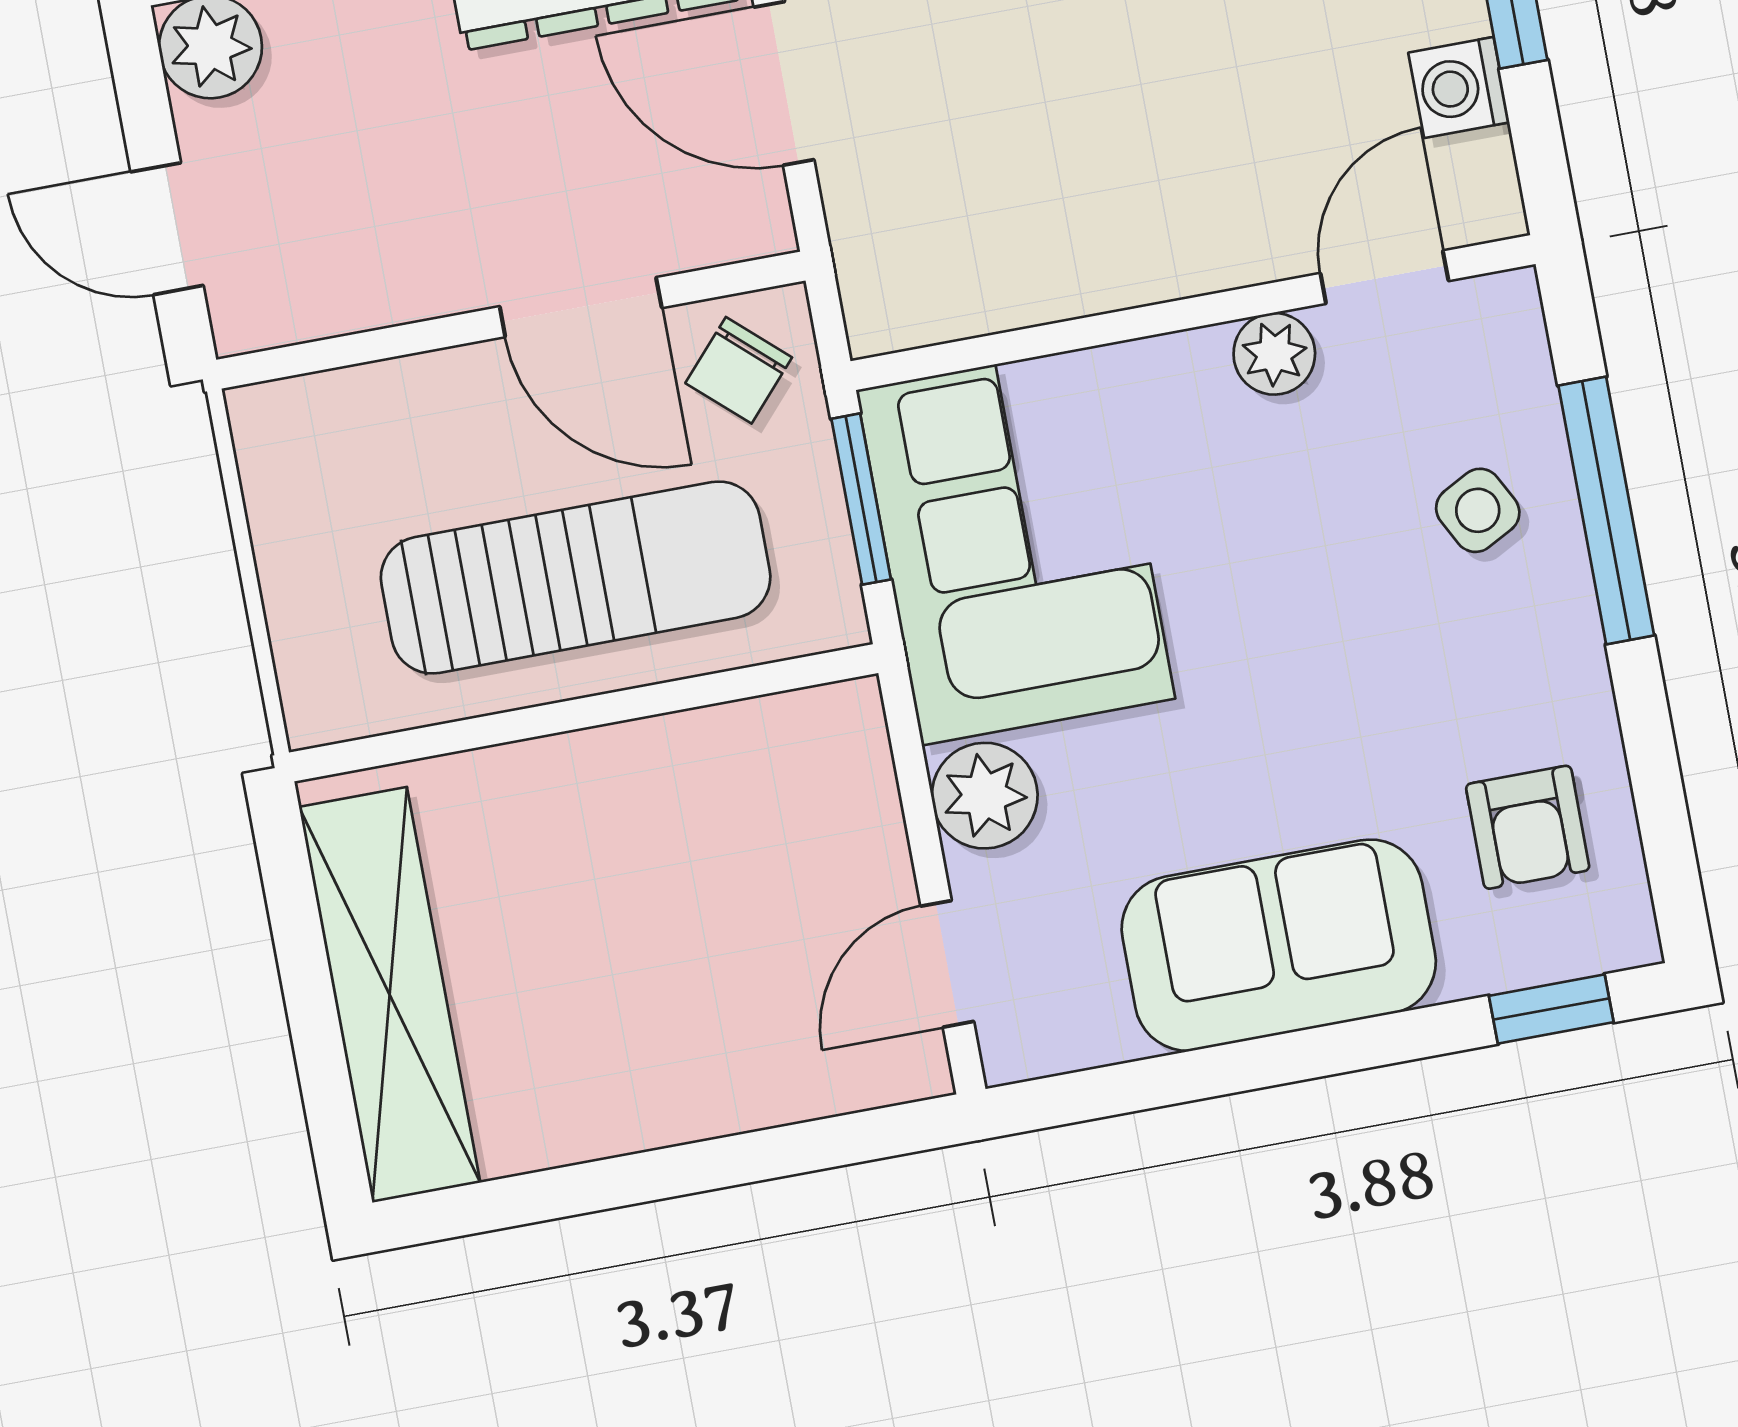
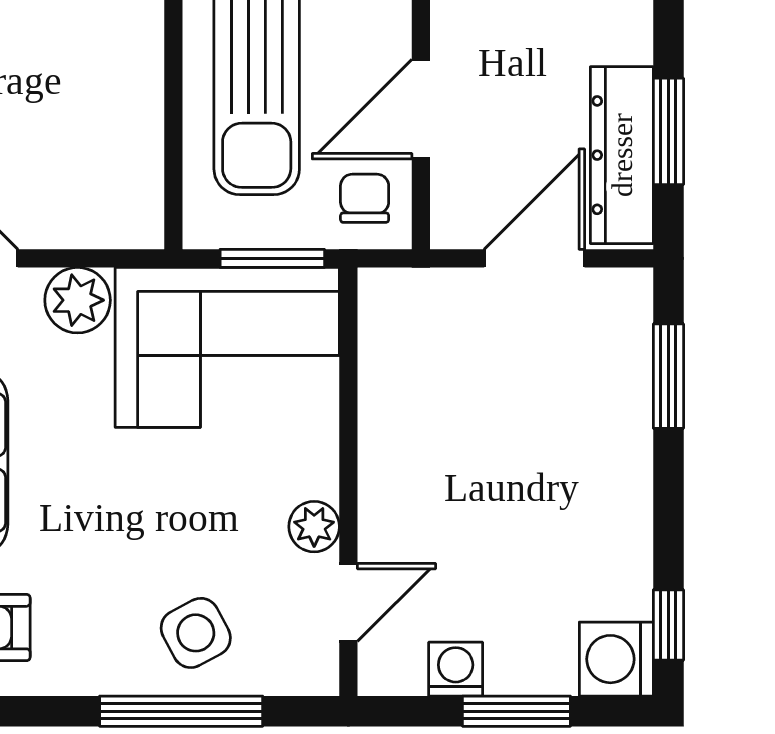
door: (1384, 277) -> (348, 602), hinge flipped
chair: (739, 370) -> (365, 198), turned 48
side table: (1478, 510) -> (196, 633), width x1.37, depth x1.37

